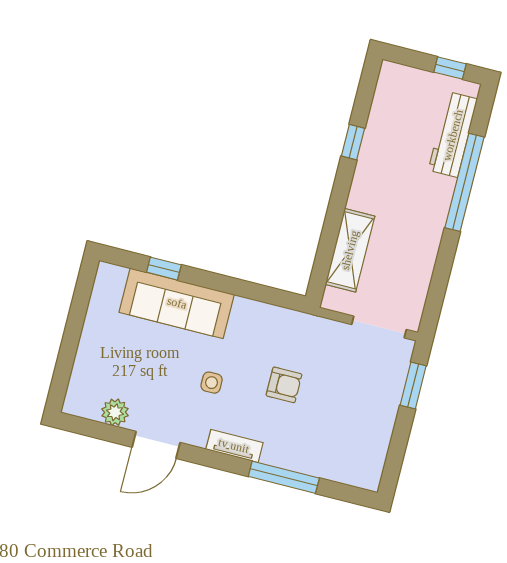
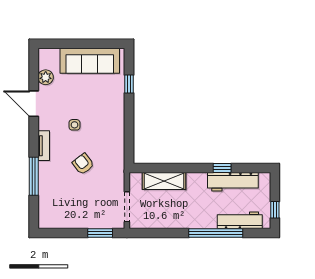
workbench: (382, 129) -> (233, 182), added
sofa: (177, 303) -> (90, 61), moved, turned -90
armchair: (284, 385) -> (83, 164), turned 142

